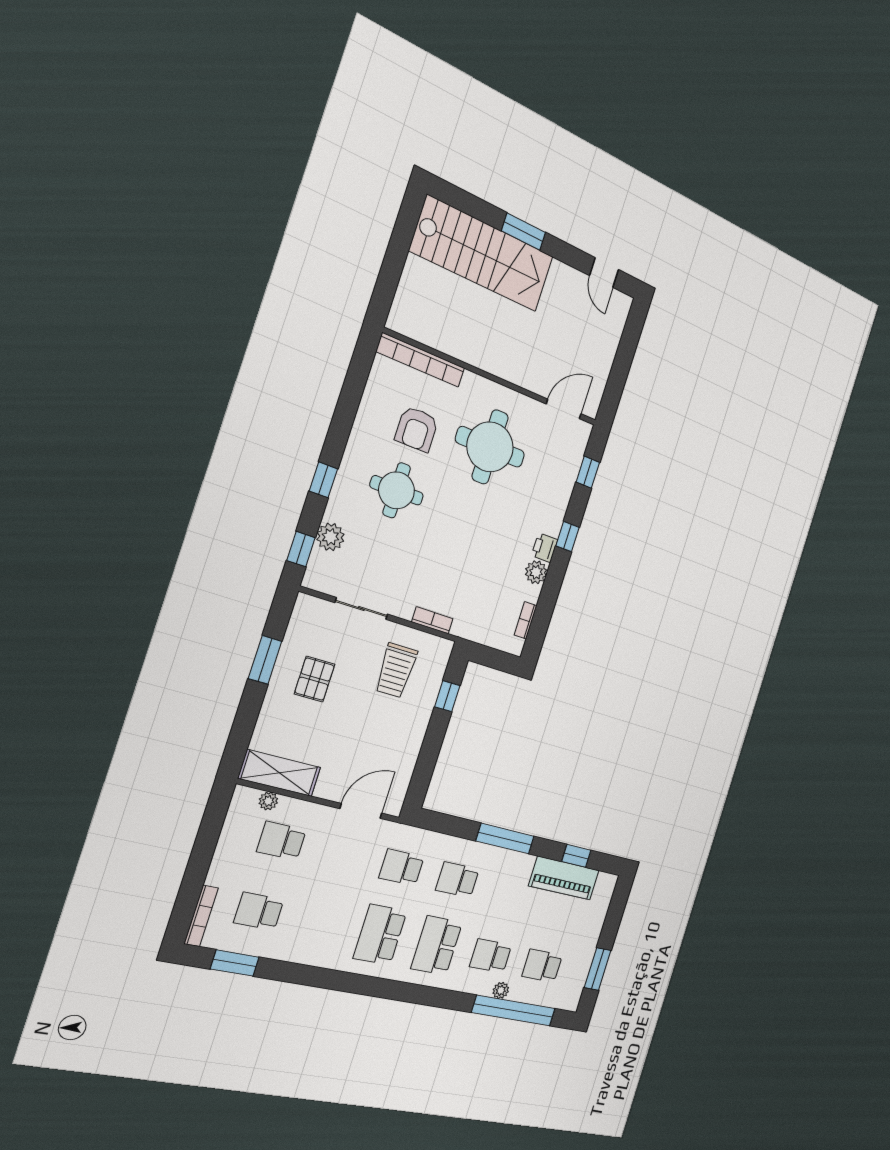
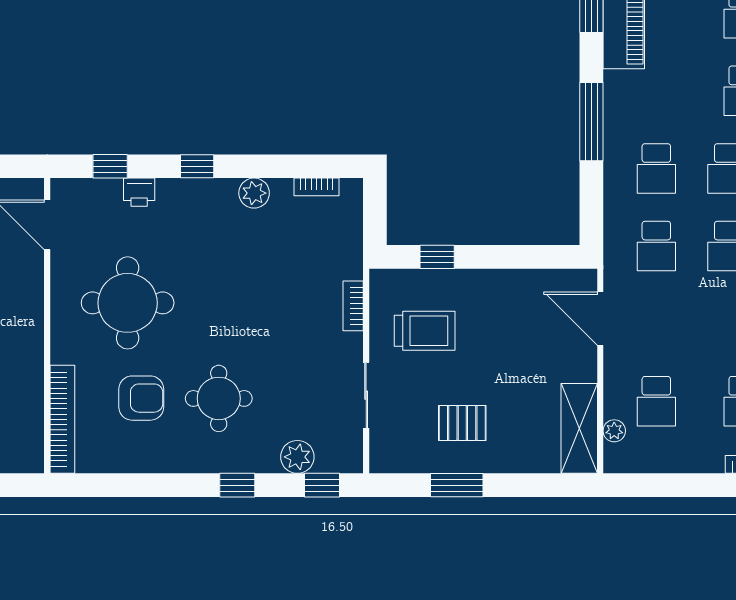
printer: (545, 548) -> (139, 192), moved

